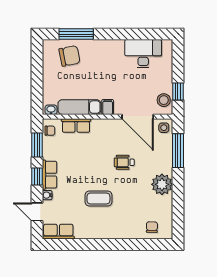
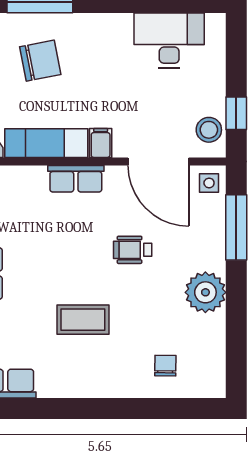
chair: (70, 56) -> (40, 61), moved
row of seats: (76, 125) -> (76, 179), moved
chair: (152, 227) -> (165, 366), moved

